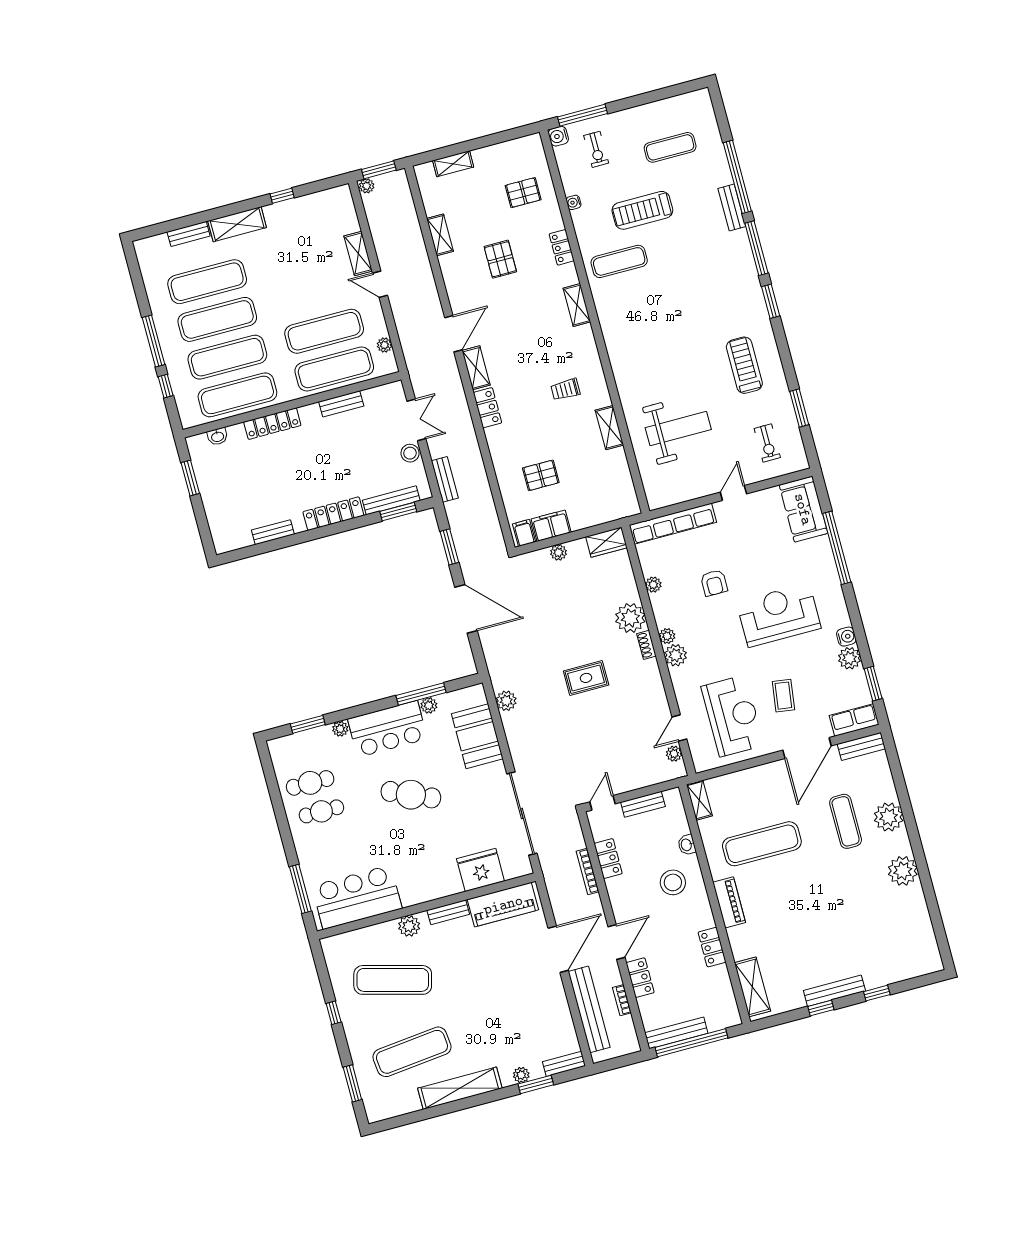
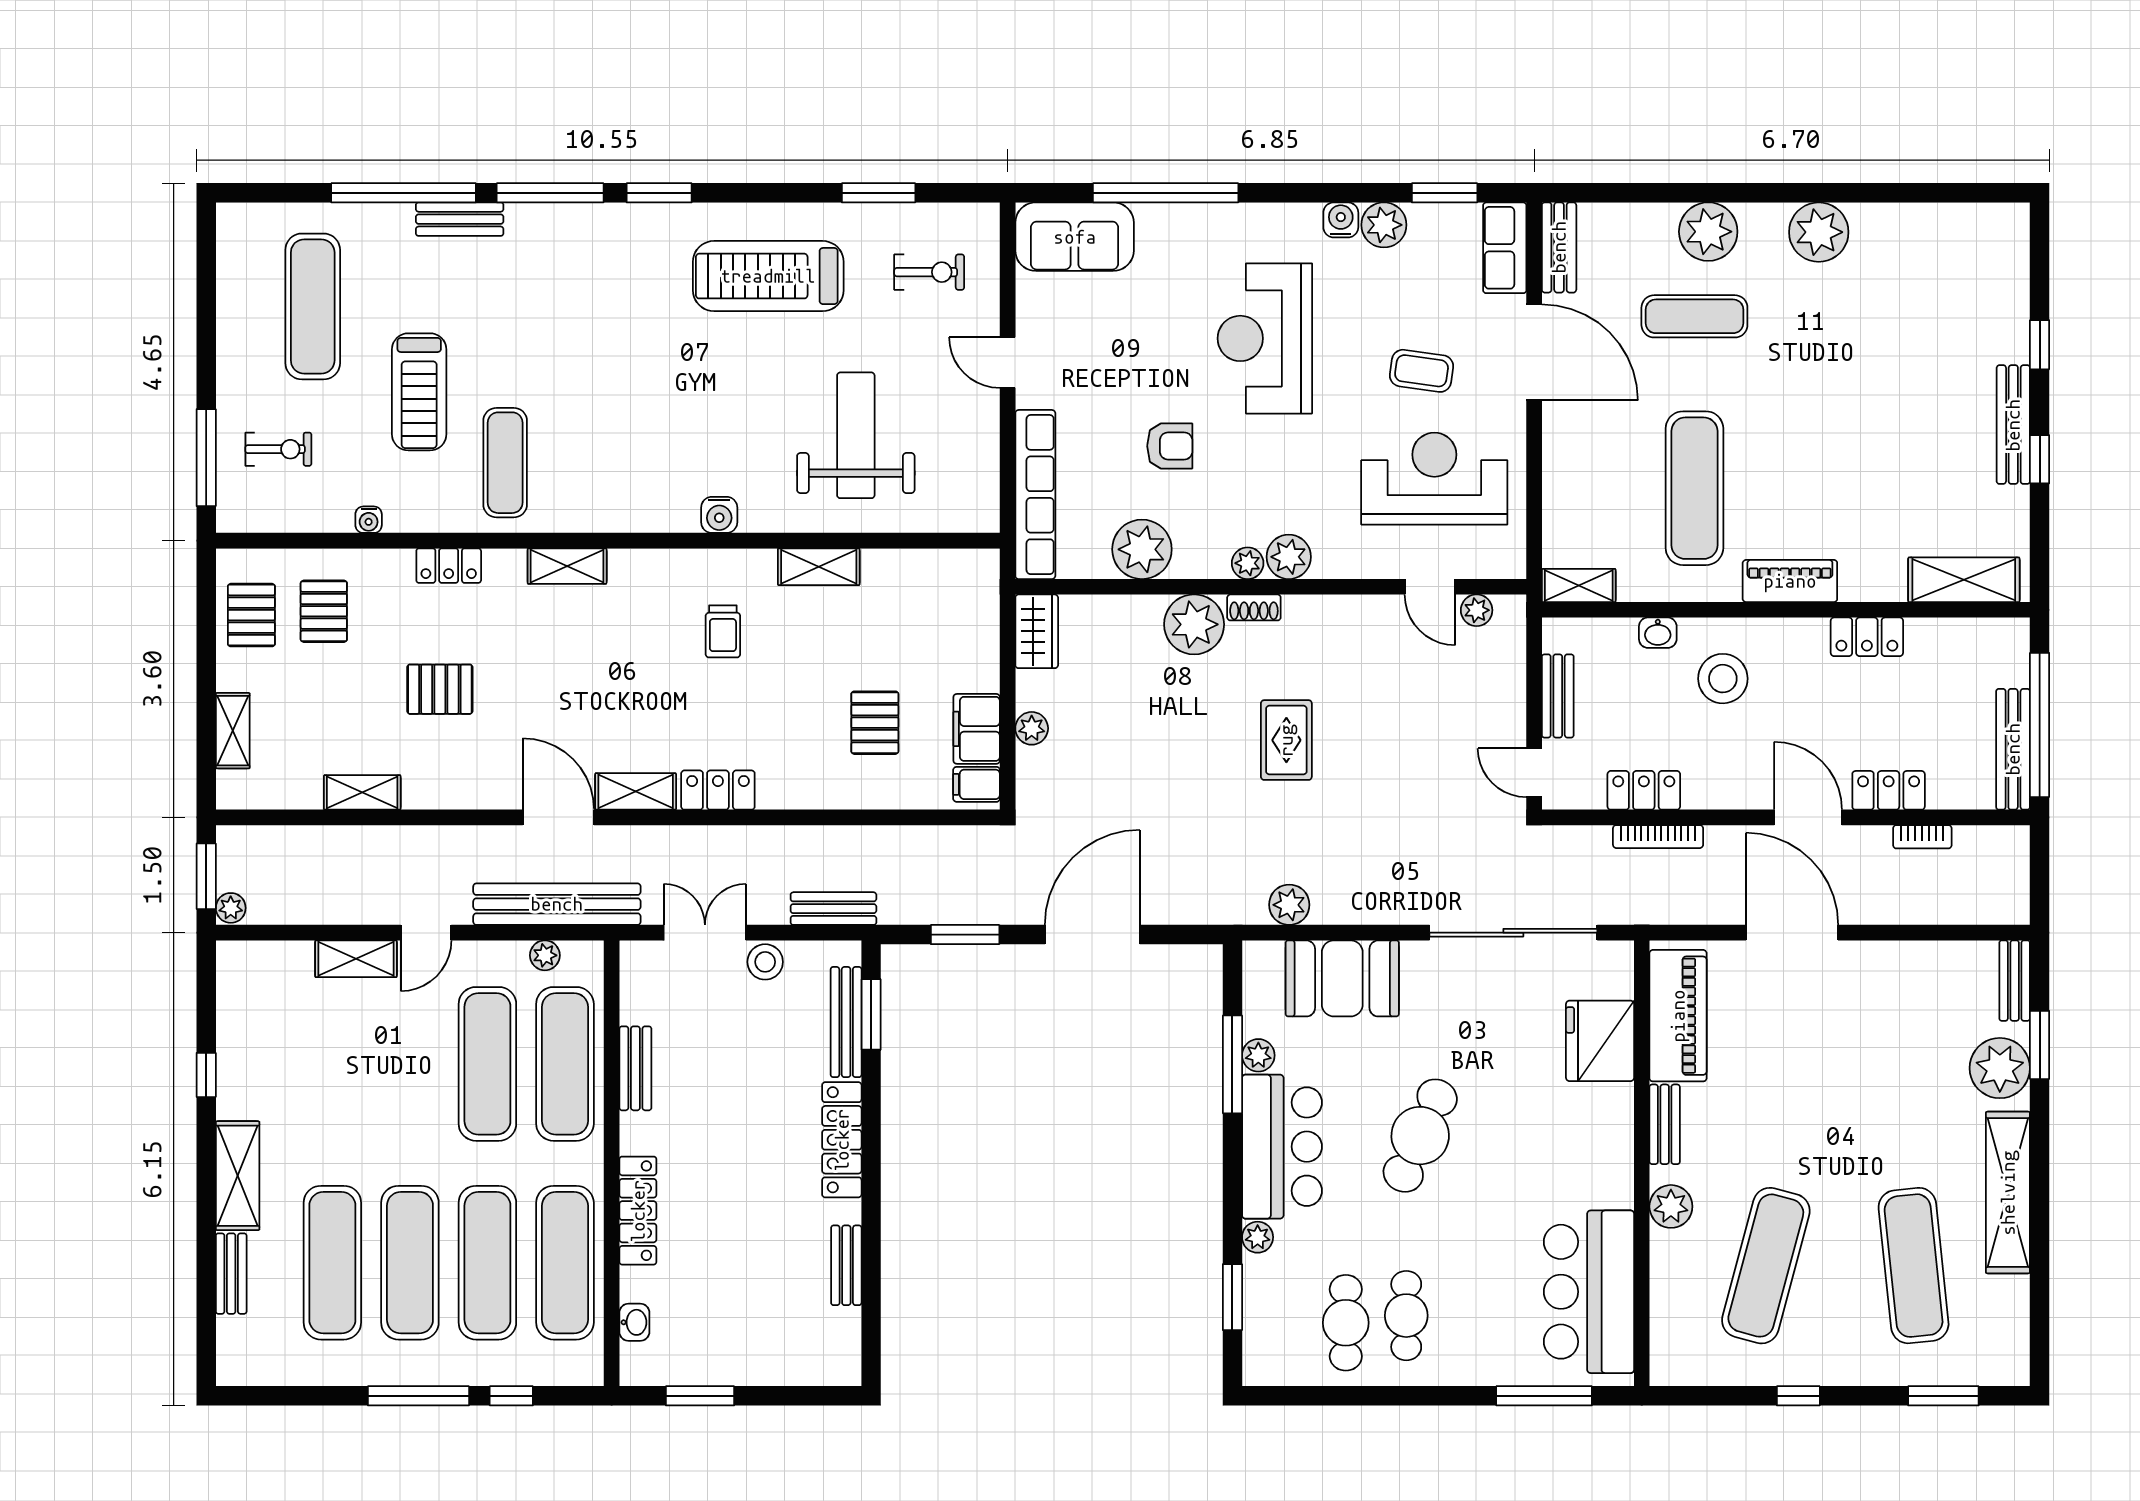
water cooler: (558, 136) -> (719, 515), moved
exercise mat: (670, 147) -> (313, 306), width x1.36, depth x1.45
pallet: (512, 158) -> (251, 615), added
treadmill: (744, 365) -> (768, 276), width x1.37, depth x1.38
plant: (653, 585) -> (1142, 549), width x1.87, depth x1.87
bench: (589, 1009) -> (557, 904), moved
plant: (521, 1075) -> (2000, 1068), width x1.87, depth x1.87

